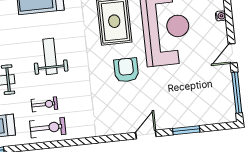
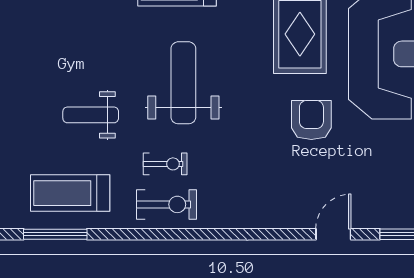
weight bench: (50, 56) -> (183, 83), width x1.36, depth x1.33

